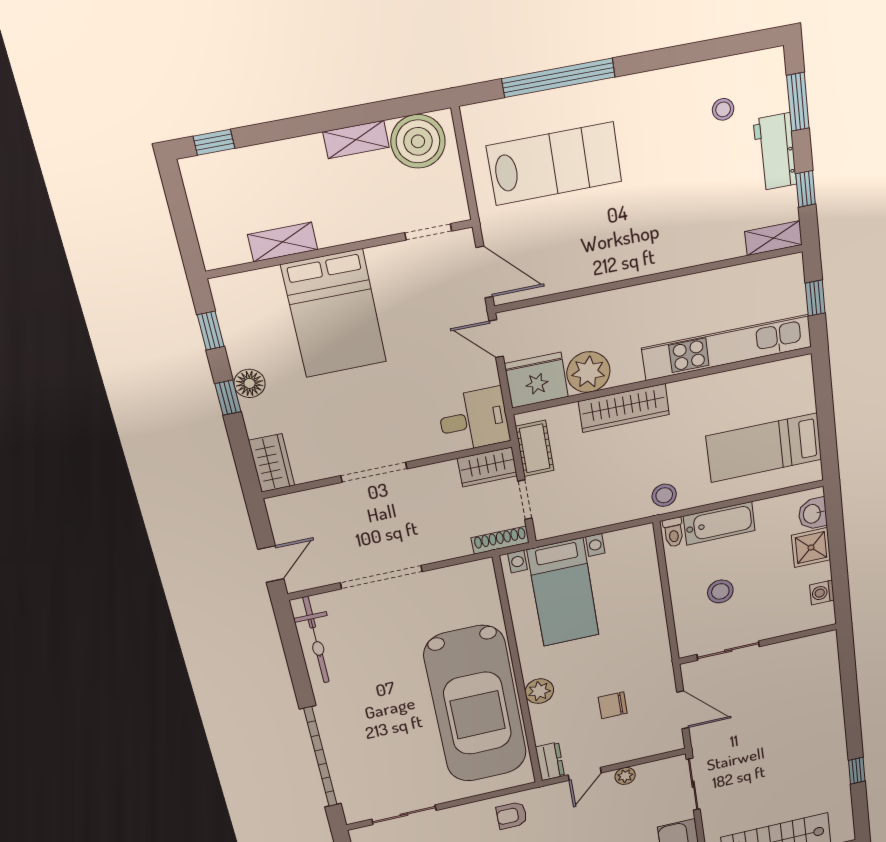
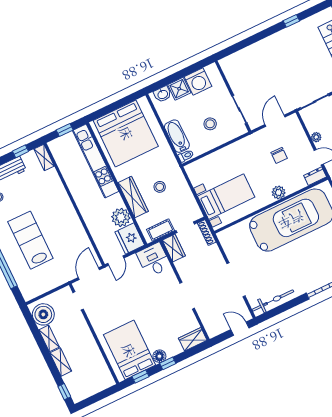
lab bench: (554, 164) -> (30, 240), moved
shelving: (283, 242) -> (61, 362), moved
bed: (334, 314) -> (129, 350), moved, turned -90
bed: (764, 448) -> (126, 133), width x2.04
stool: (664, 495) -> (160, 187), moved
washing machine: (822, 593) -> (198, 82), width x1.89, depth x1.89

